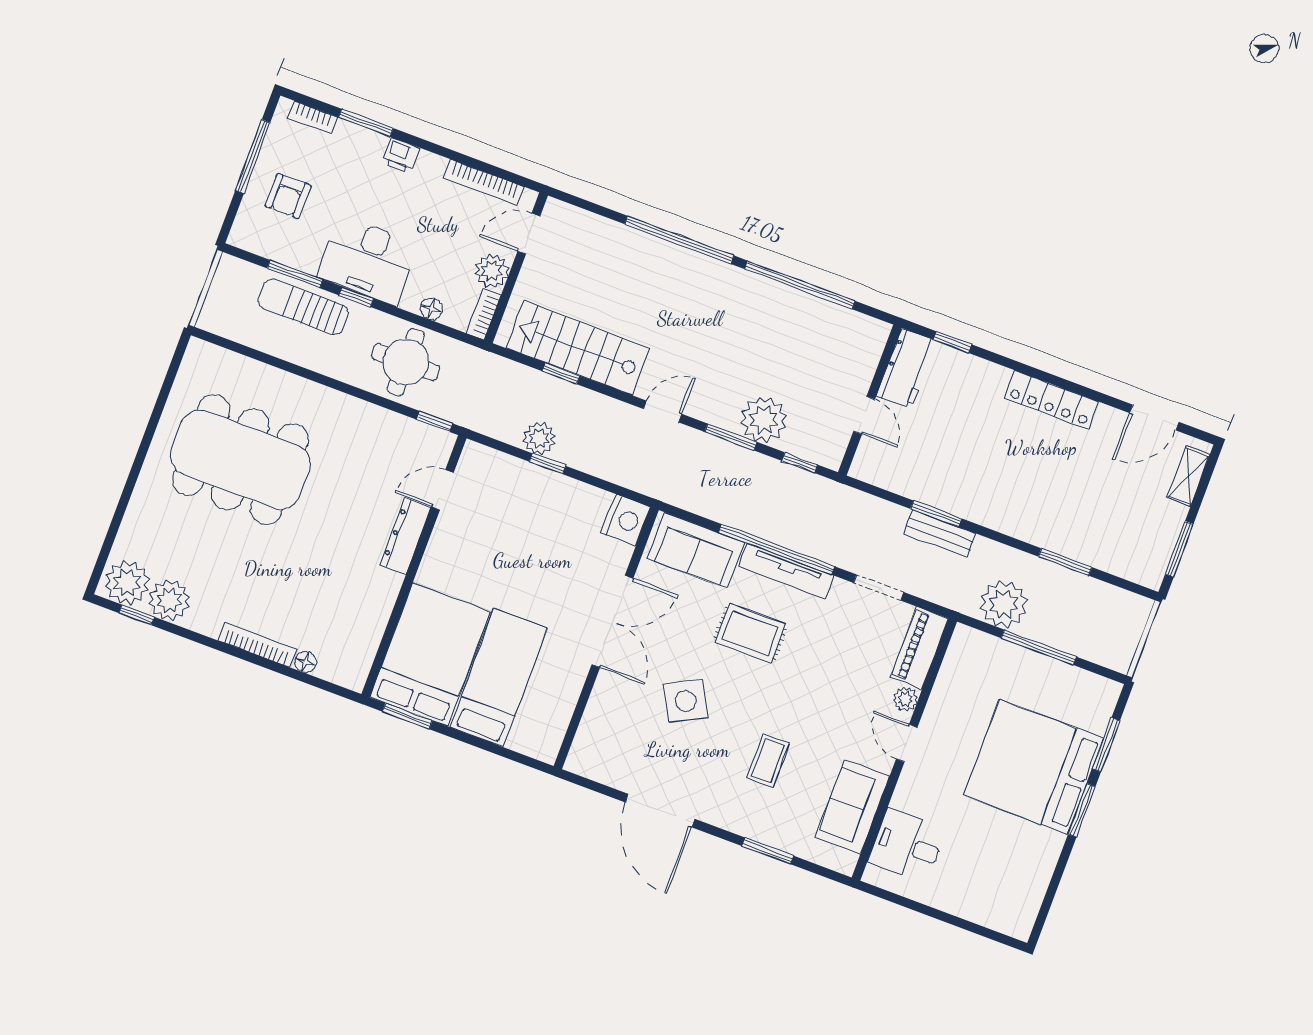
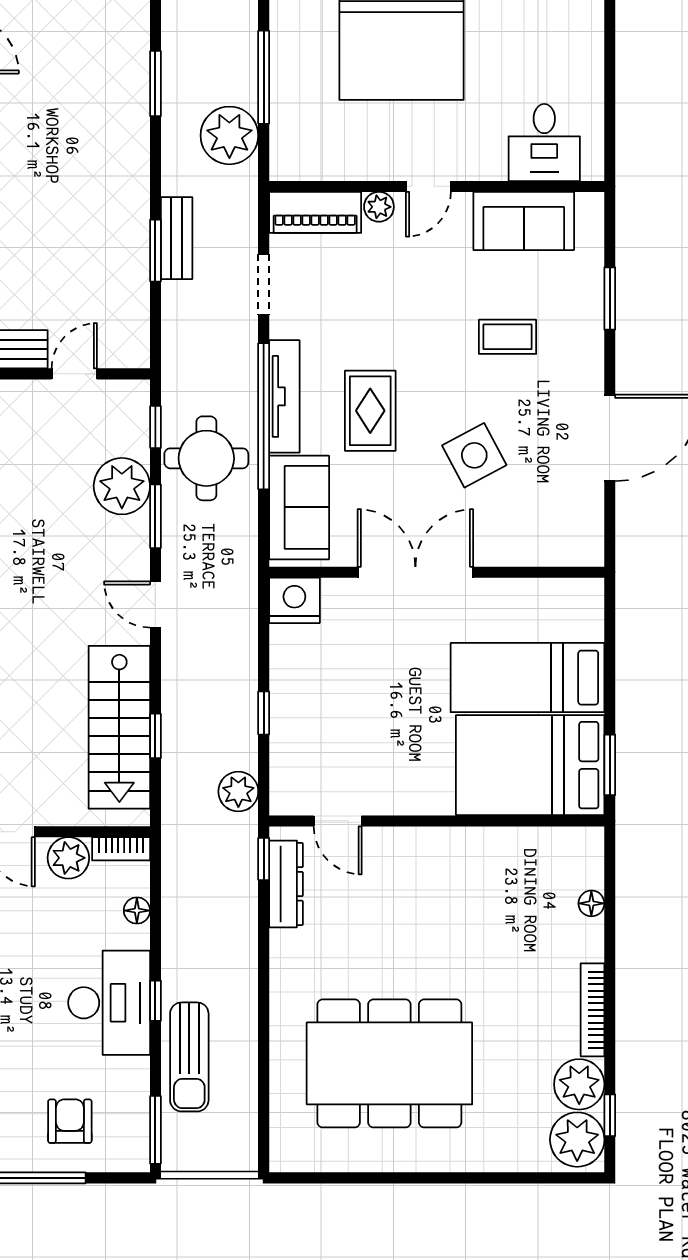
armchair: (288, 196) -> (70, 1121), turned -90
window: (295, 274) -> (155, 1130), moved
round table: (406, 362) -> (206, 458), moved
plant: (539, 438) -> (238, 792), moved
dining table: (240, 460) -> (389, 1063), turned 90
dresser: (406, 536) -> (286, 884), moved, turned -90
bookcase: (257, 645) -> (592, 1010), moved

